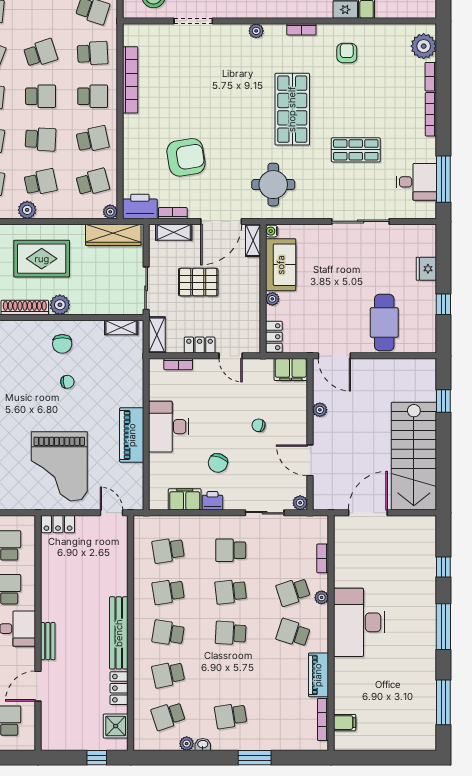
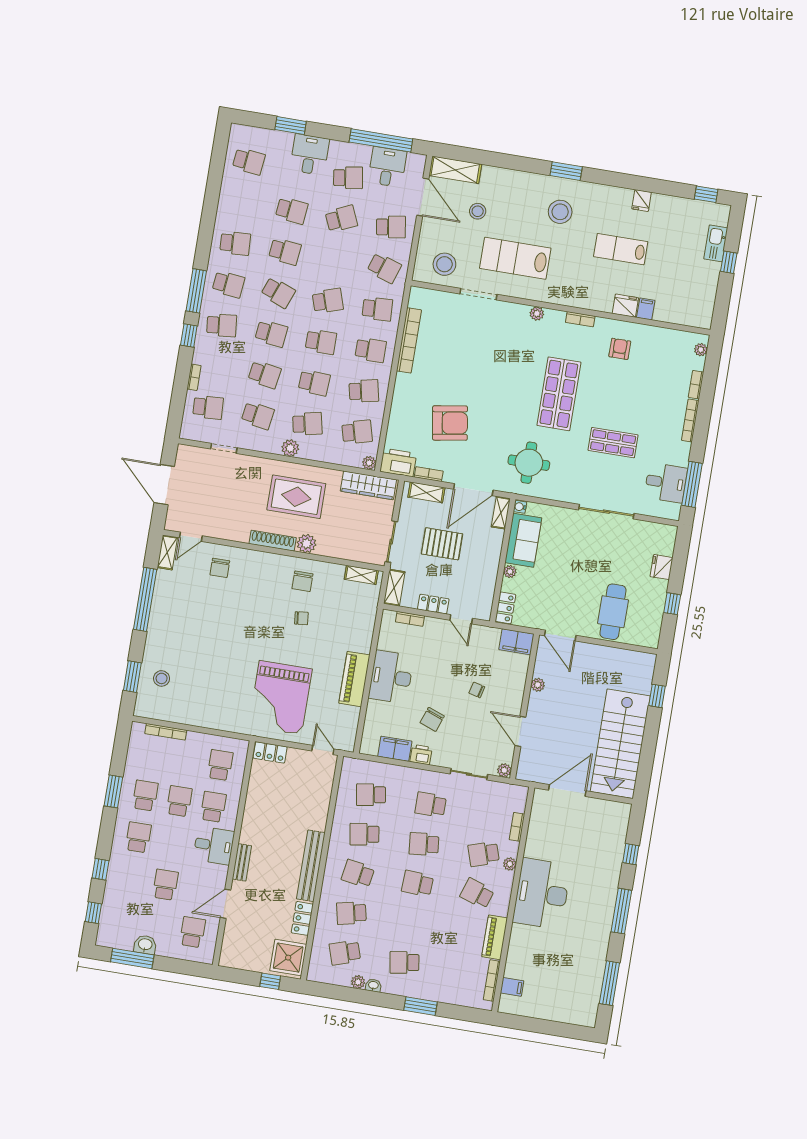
plant: (424, 46) -> (701, 350), width x0.53, depth x0.53
shower: (116, 726) -> (288, 958), width x1.36, depth x1.36

